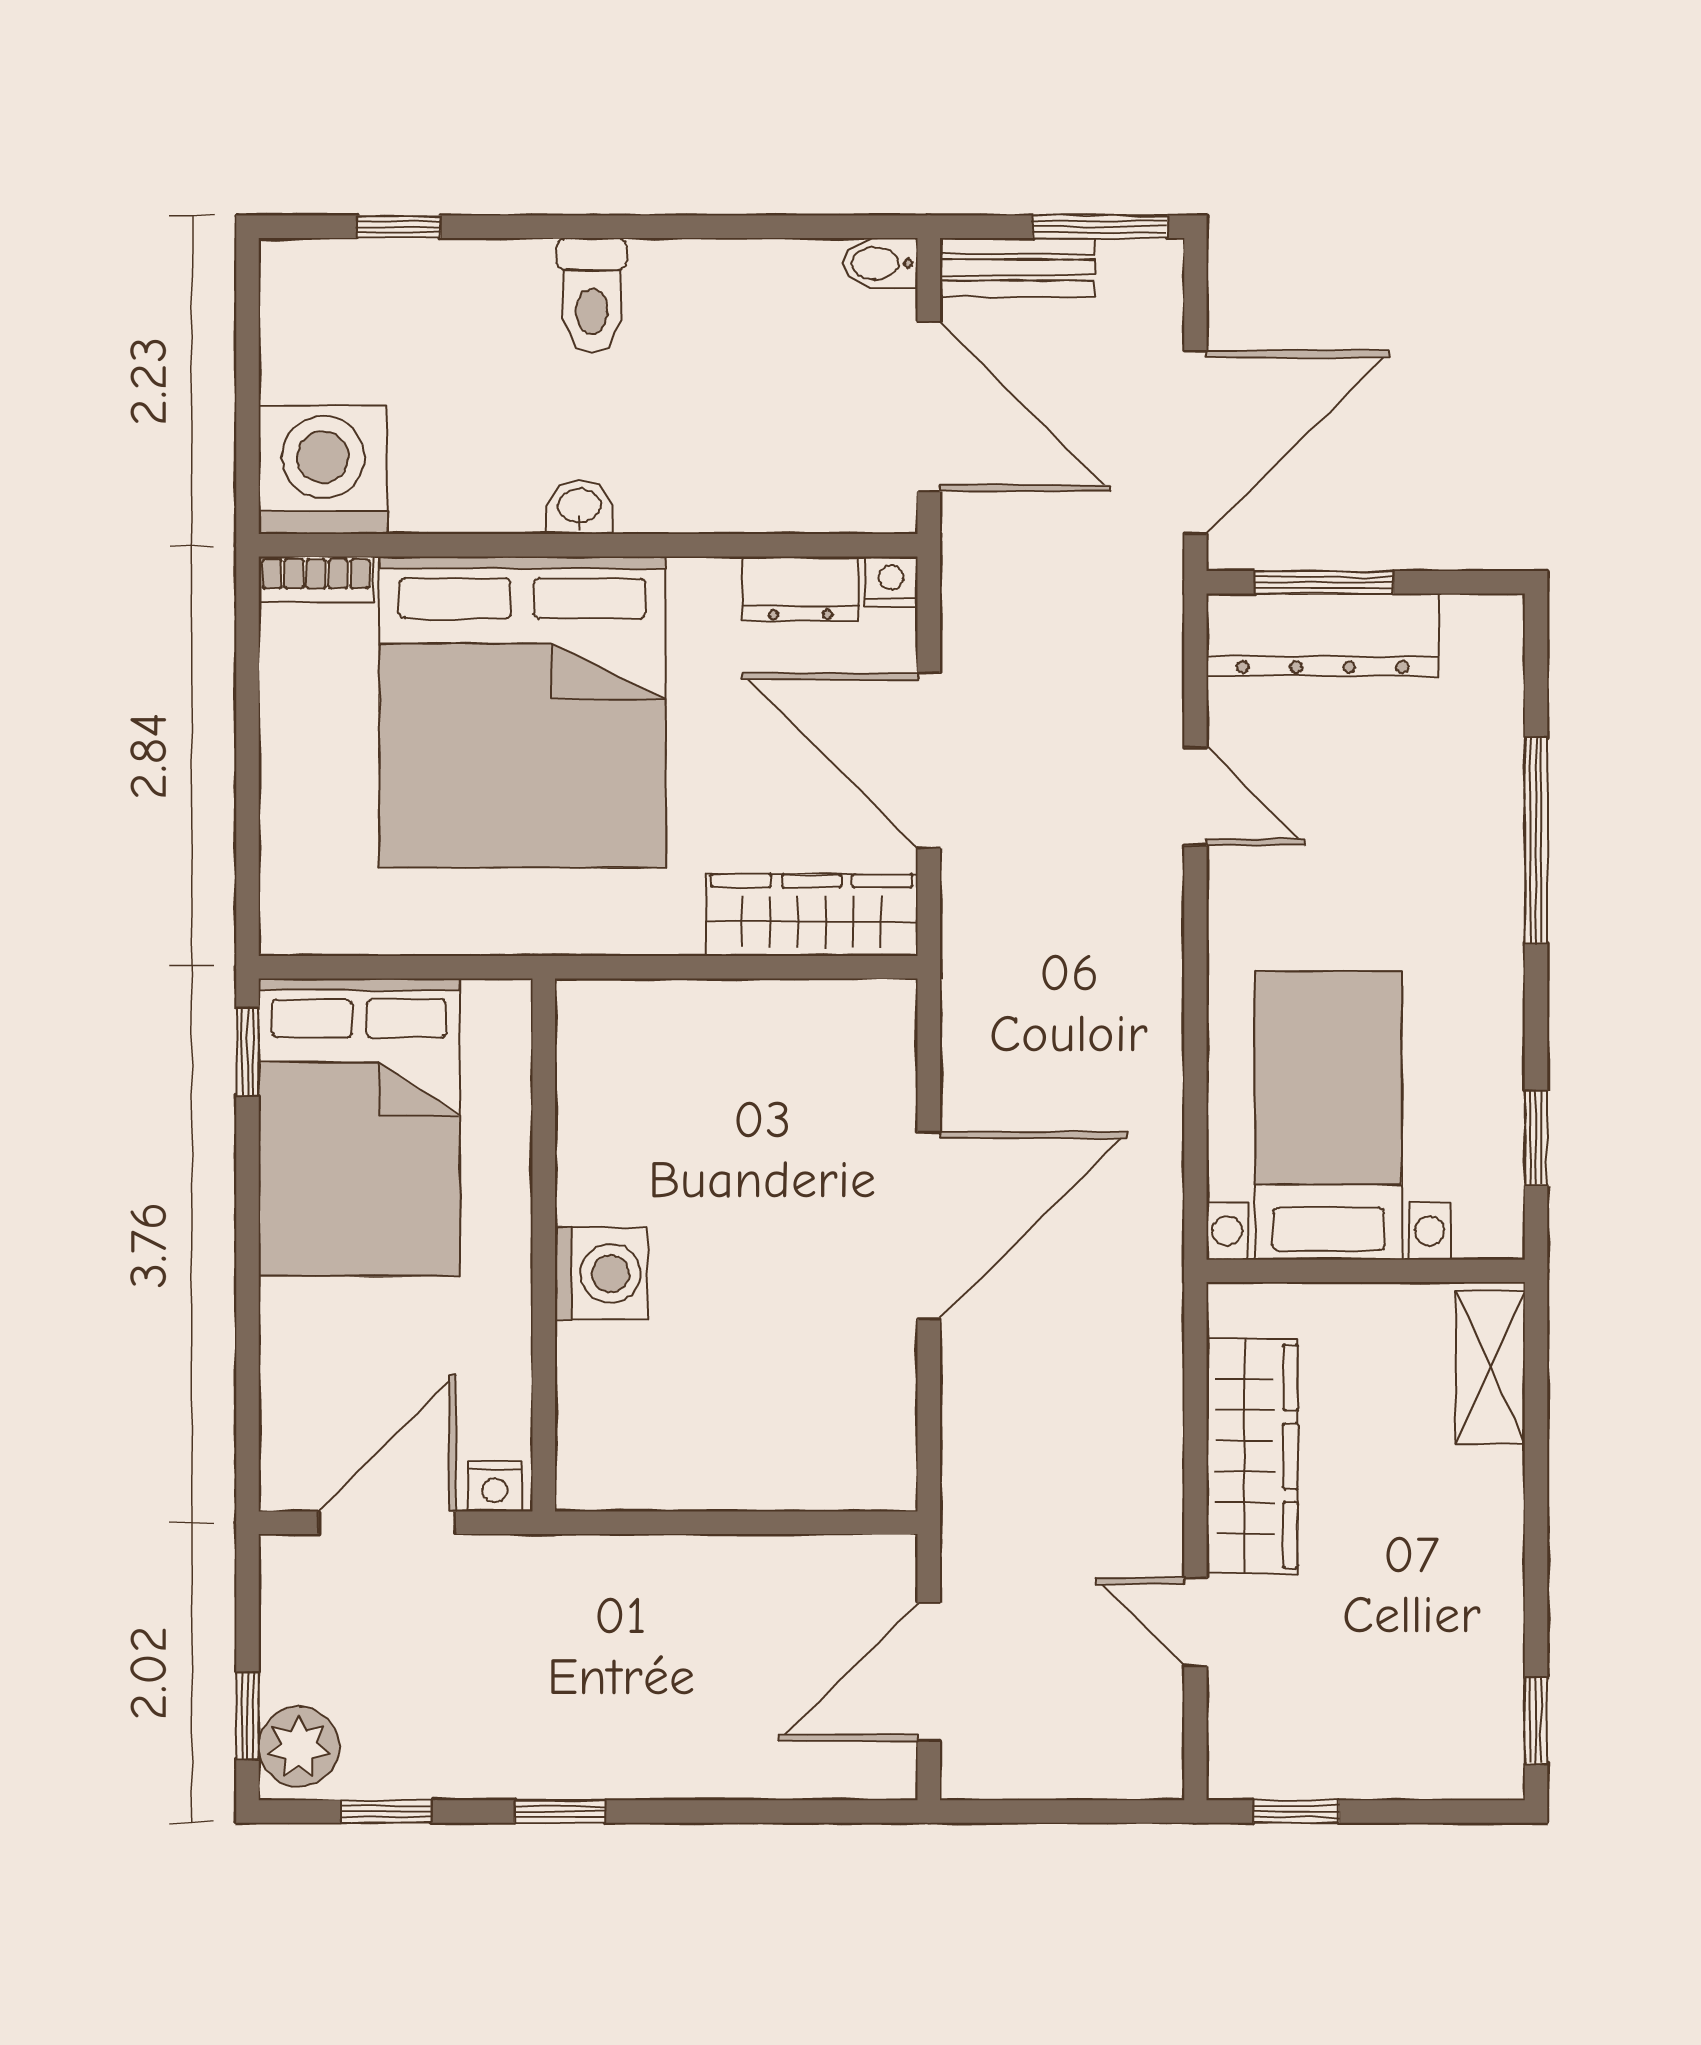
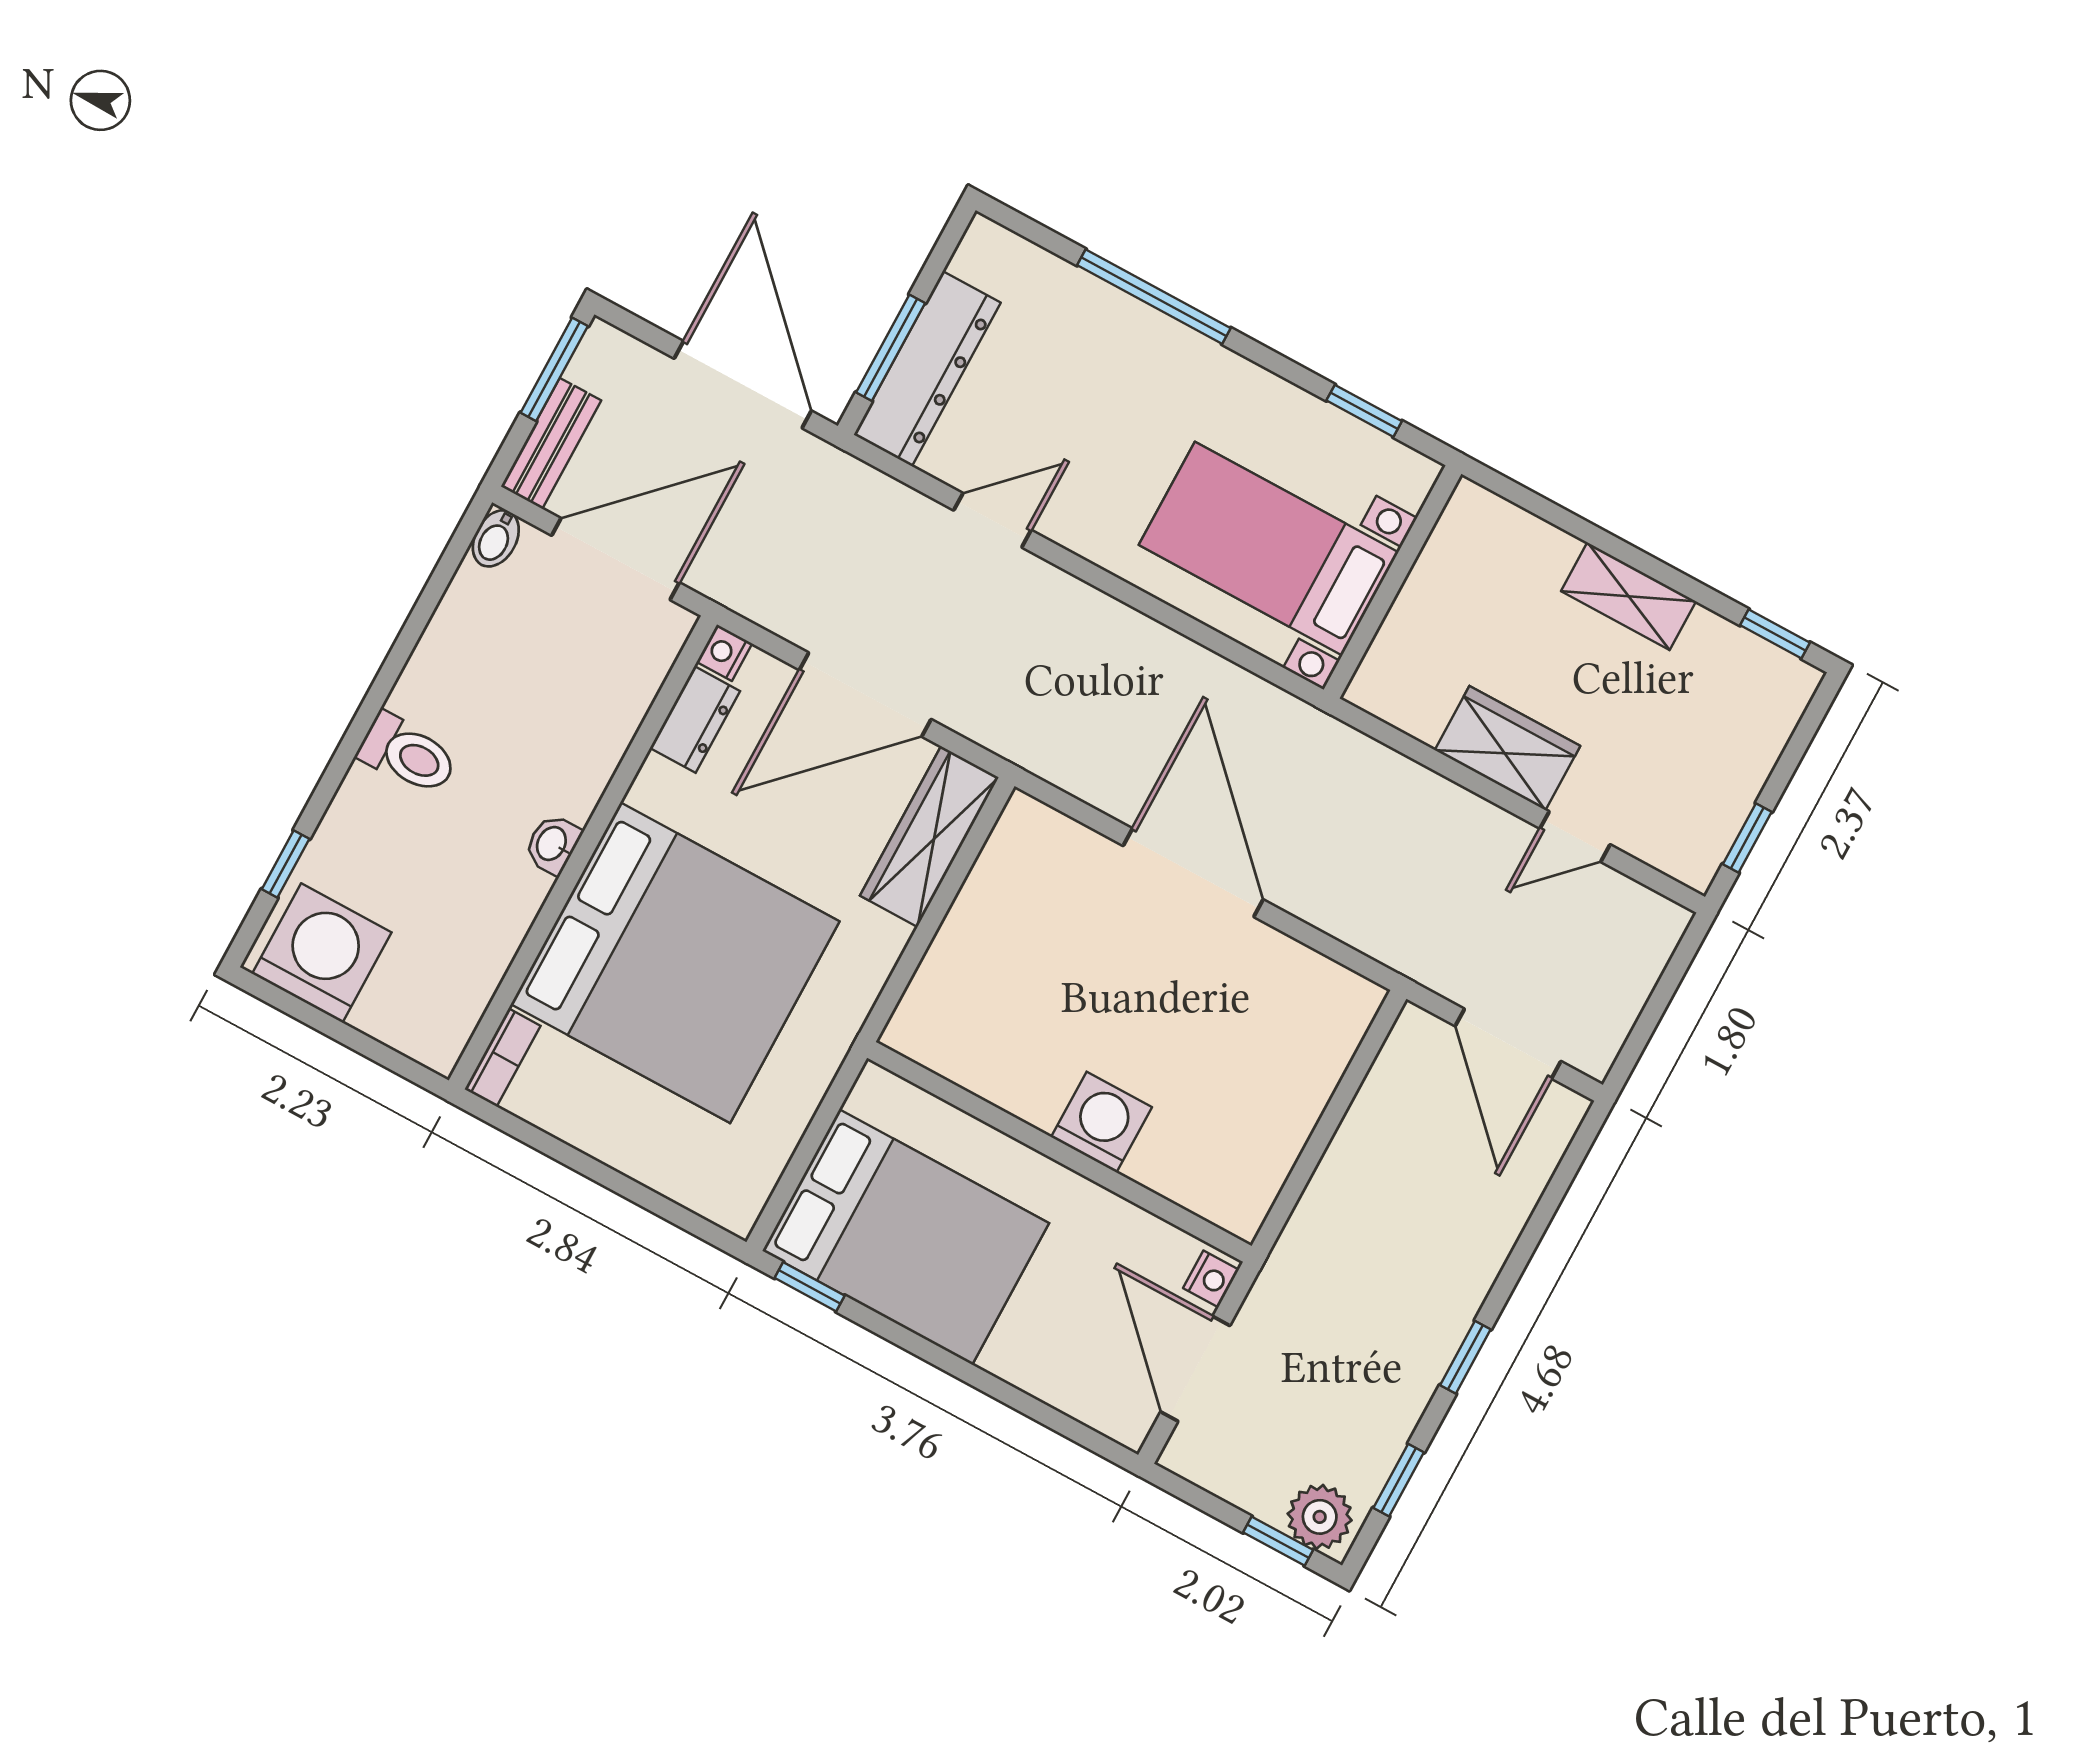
washing machine: (323, 470) -> (322, 953), moved, turned 90
shelving: (1490, 1367) -> (1629, 596), moved
wardrobe: (1252, 1456) -> (1507, 748), width x0.67

